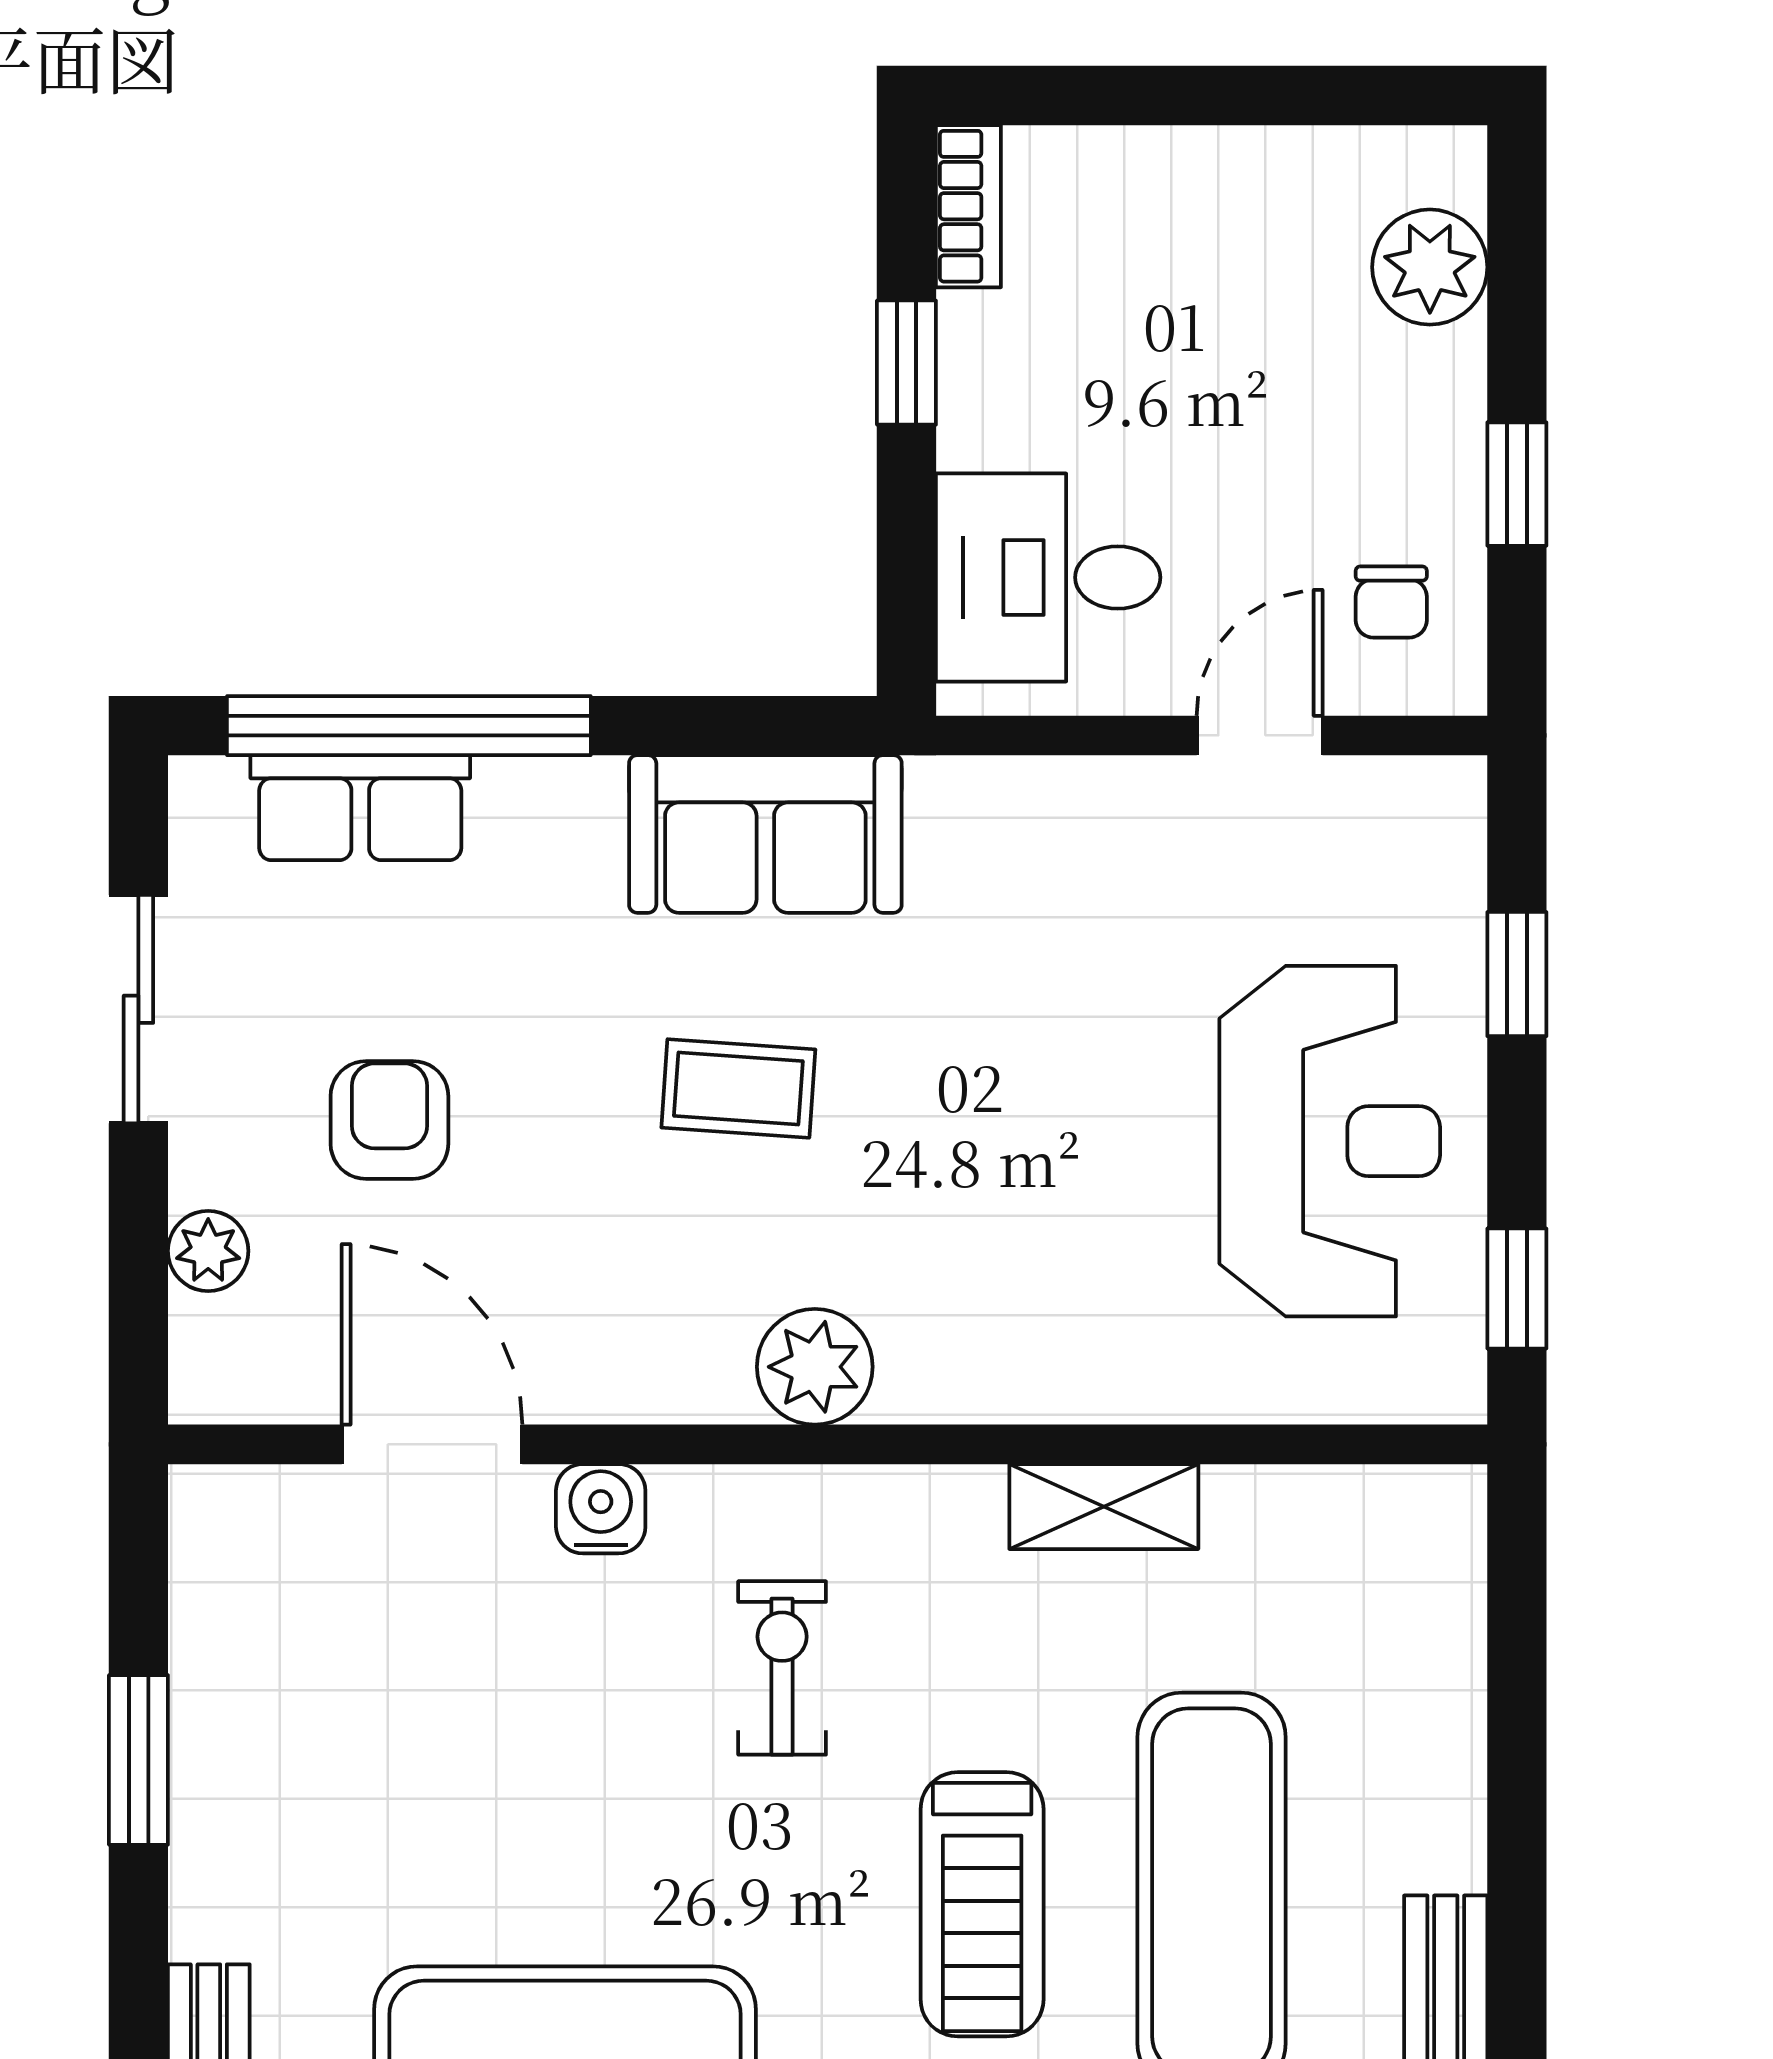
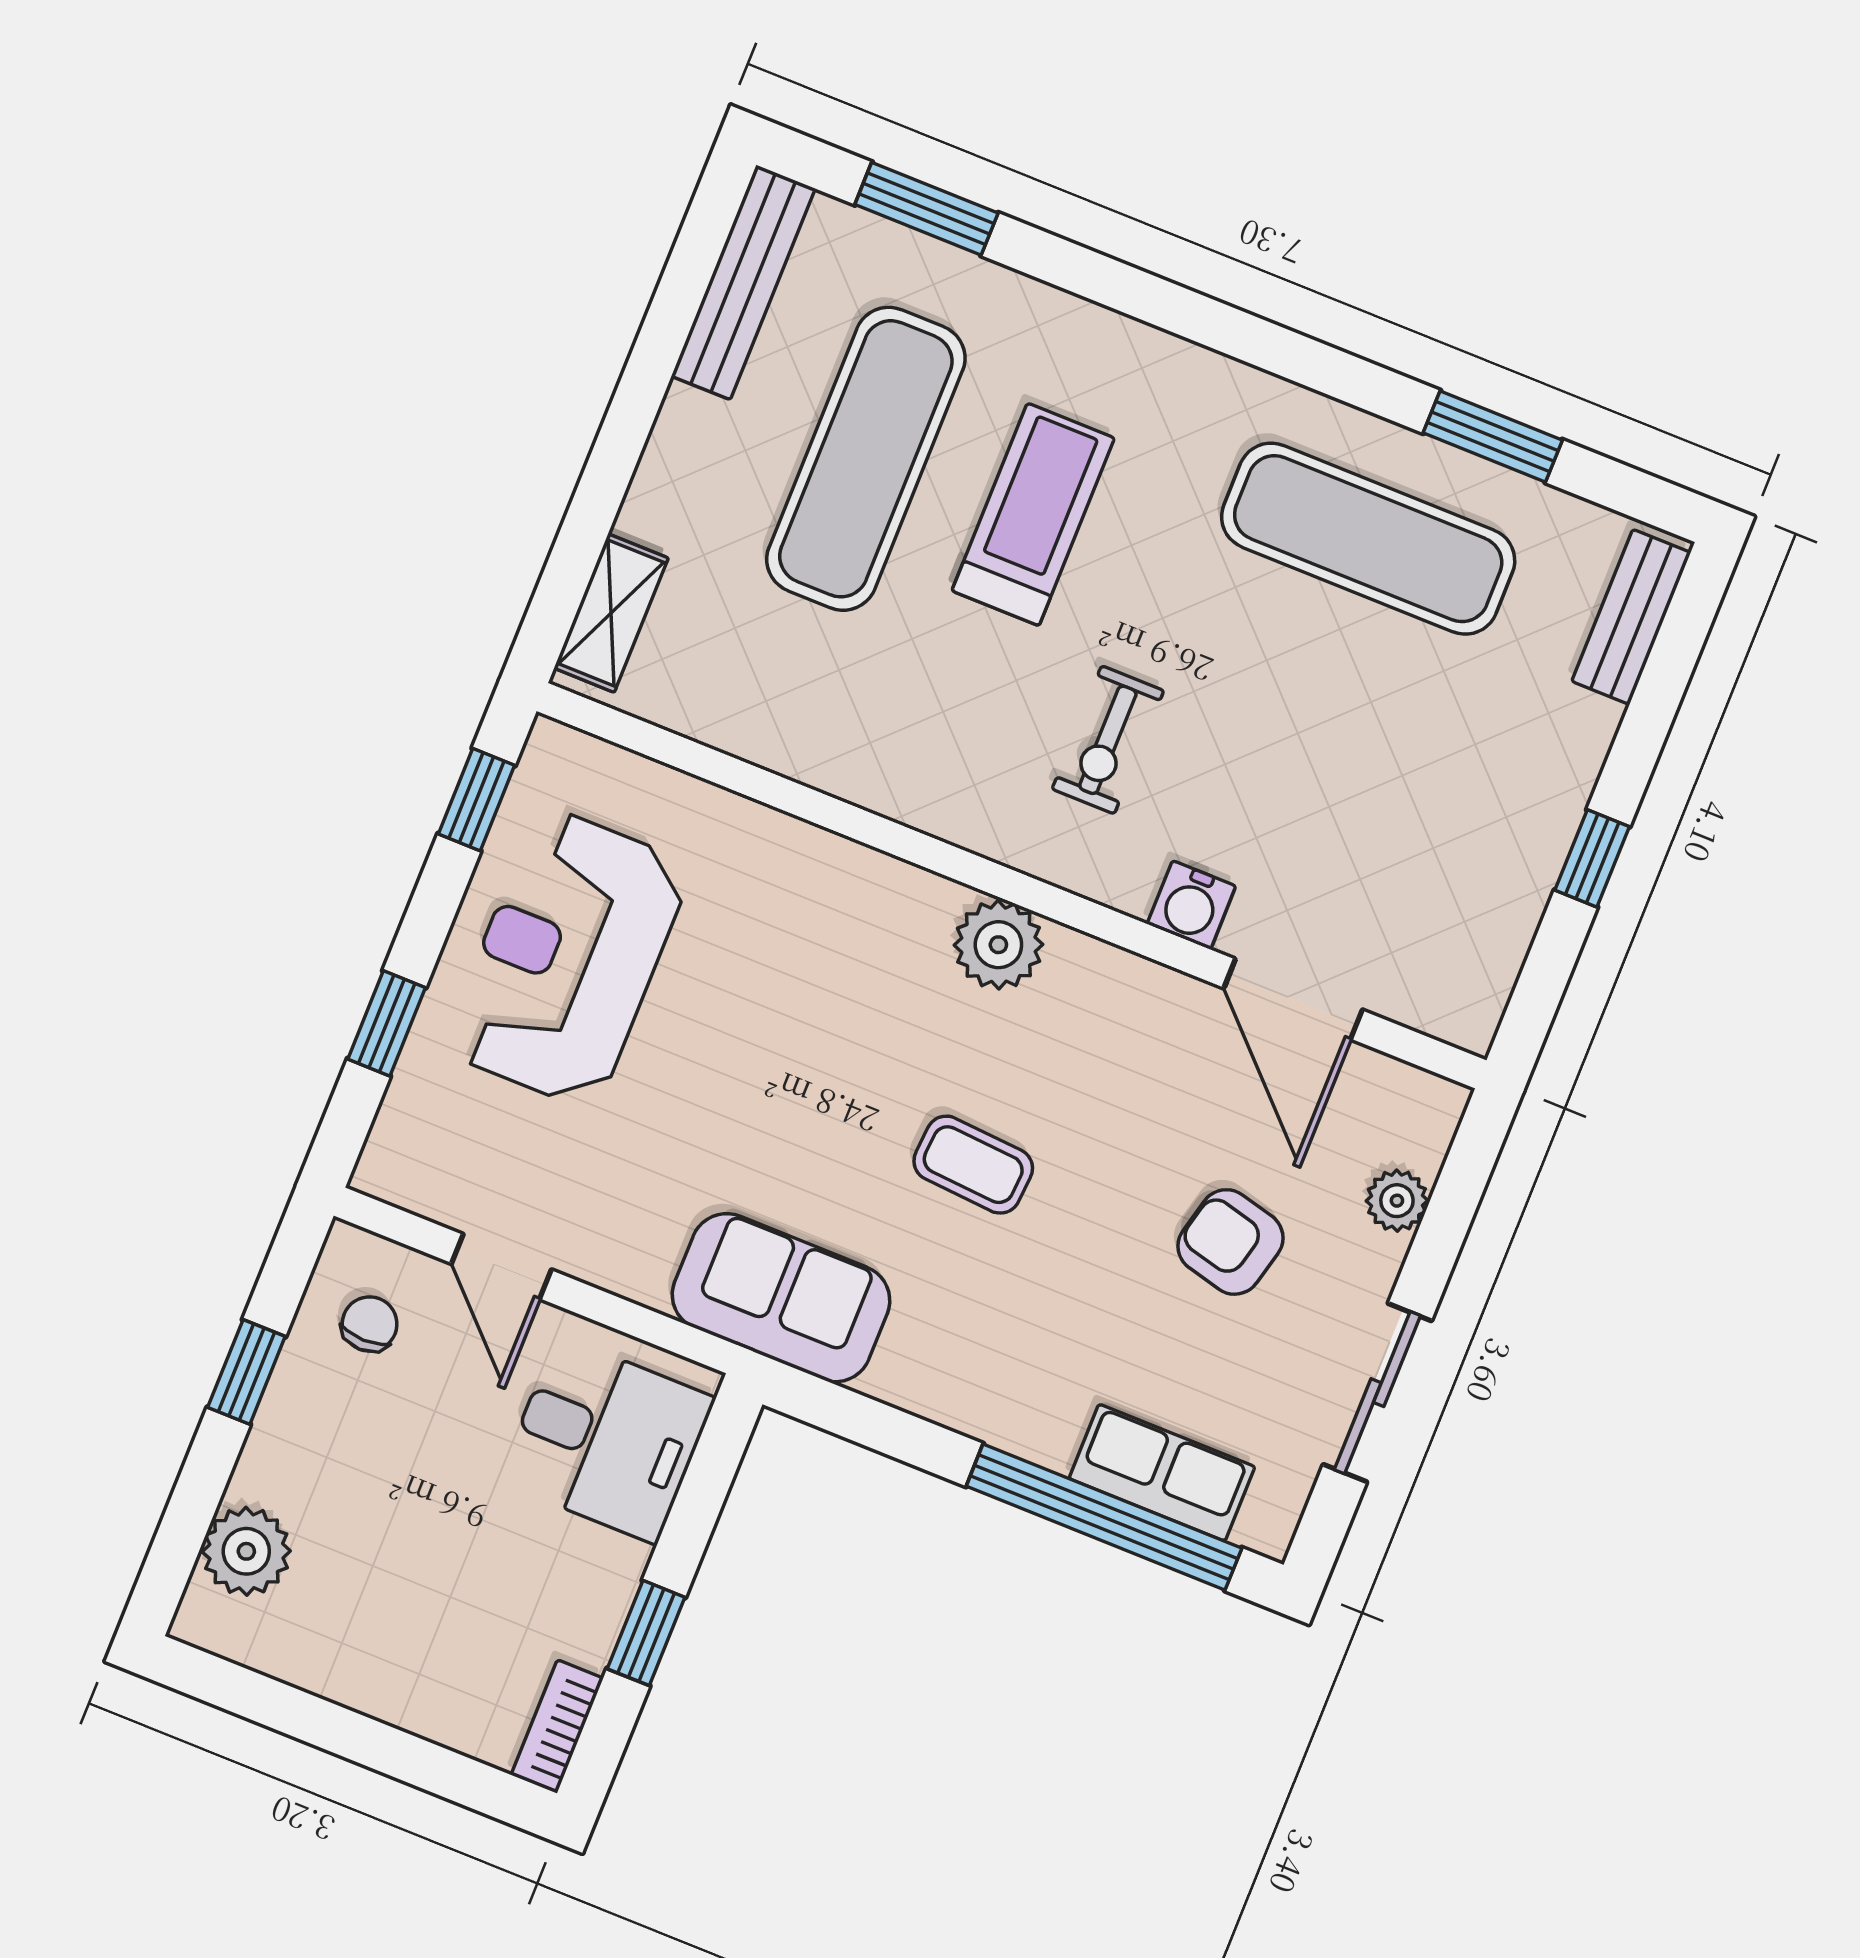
door: (1260, 735) -> (501, 1267), hinge flipped
sofa: (765, 834) -> (781, 1298), moved
armchair: (389, 1120) -> (1230, 1242), turned 104
shelving: (1104, 1507) -> (611, 613), moved, turned 90
window: (138, 1760) -> (1592, 858), width x0.67

